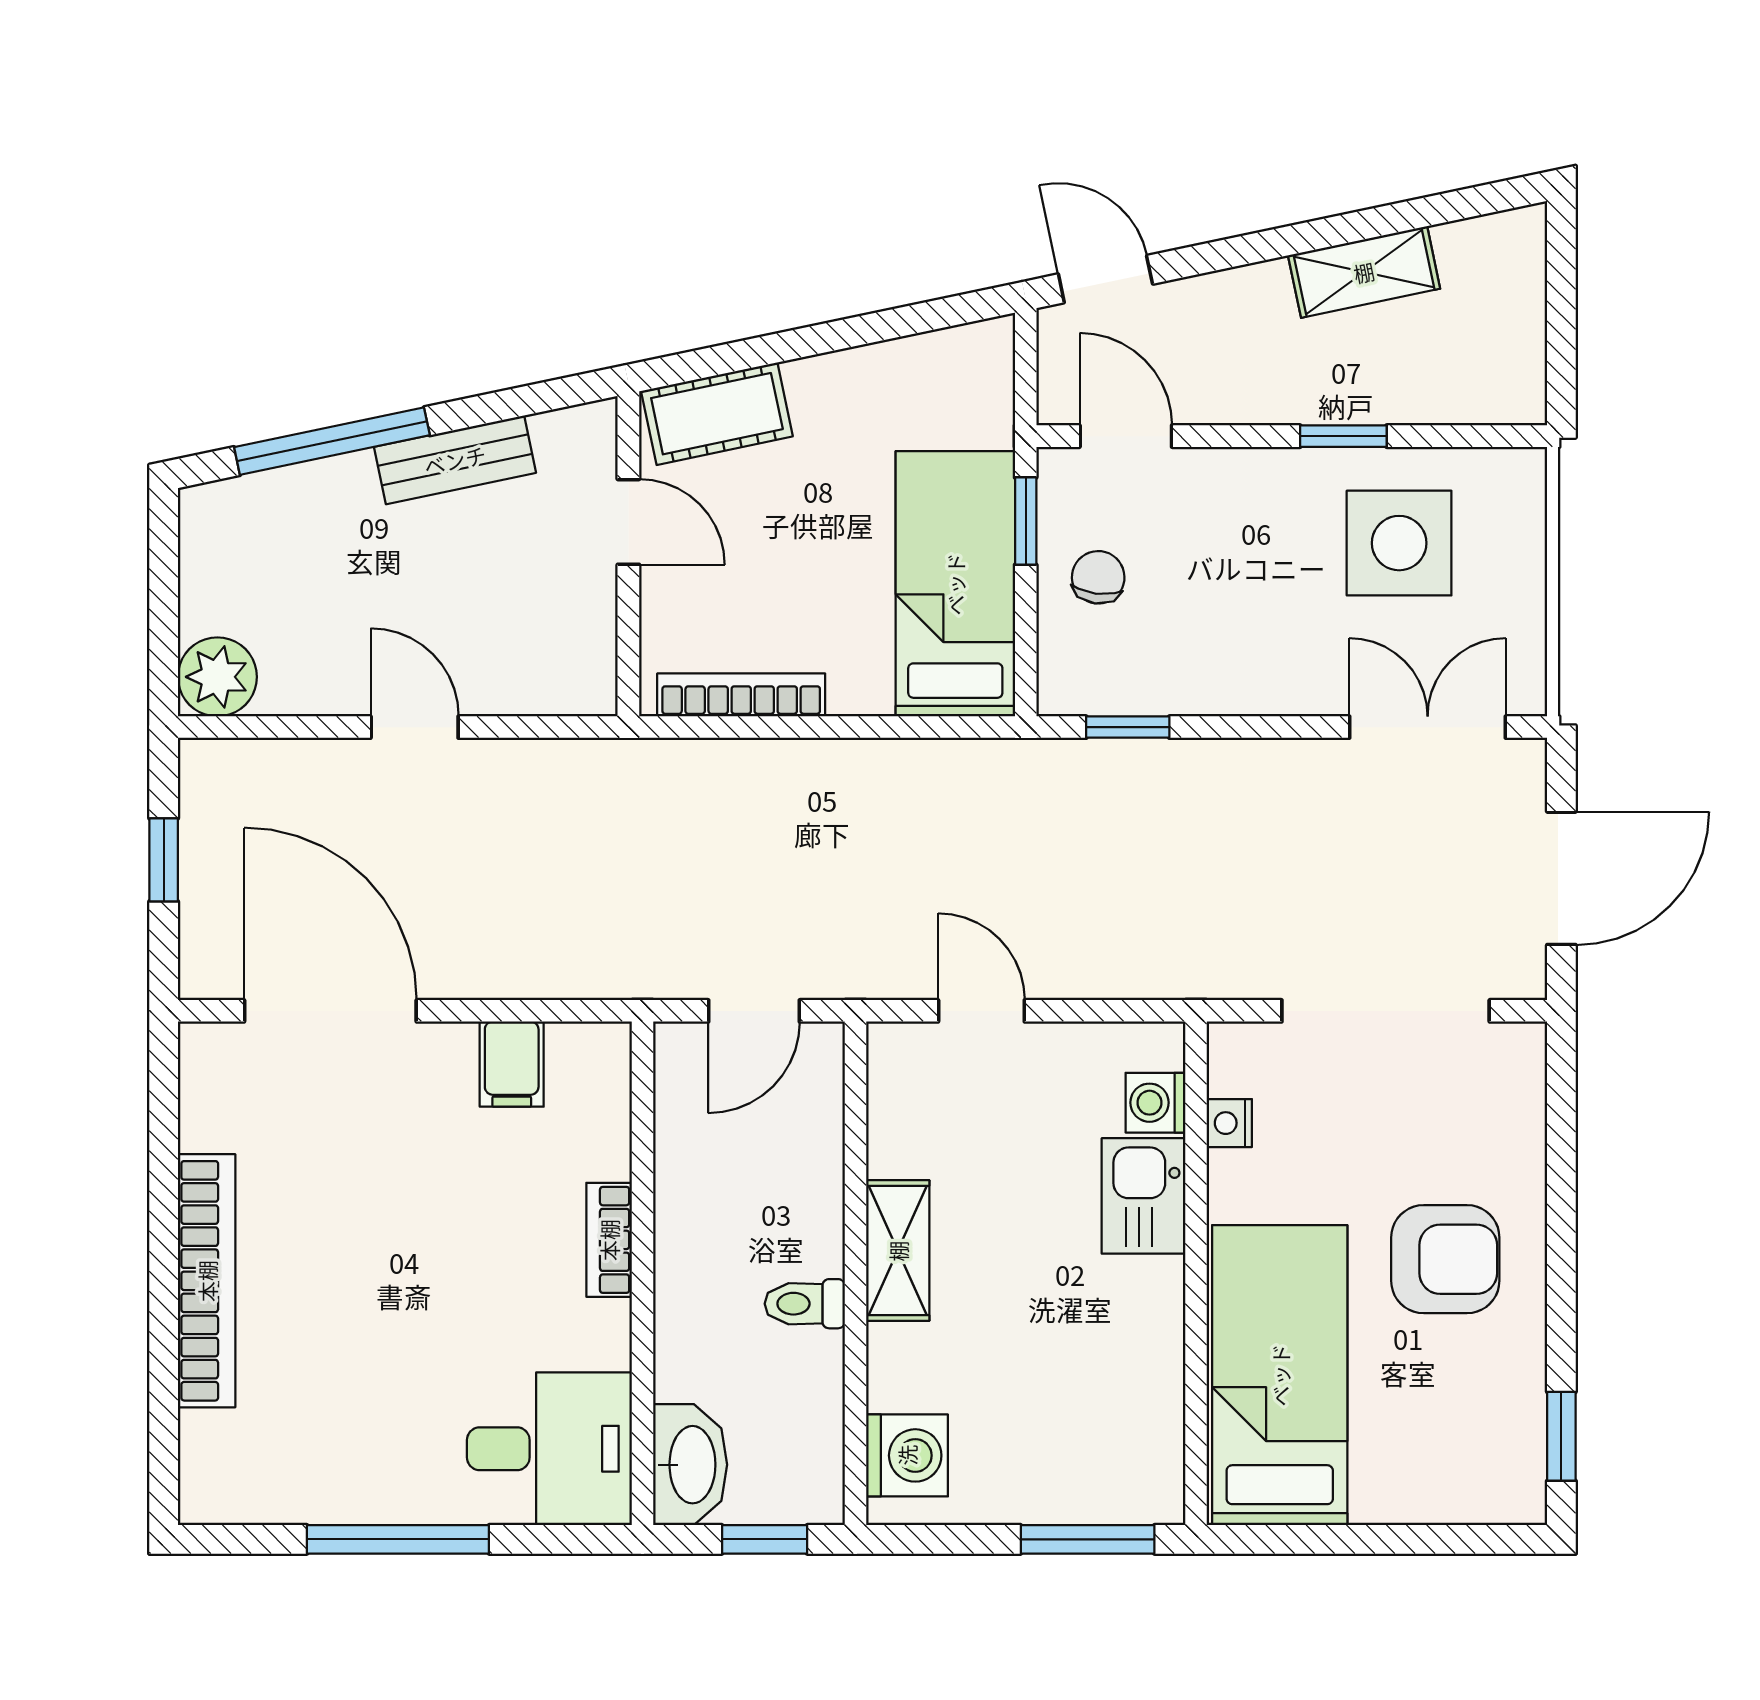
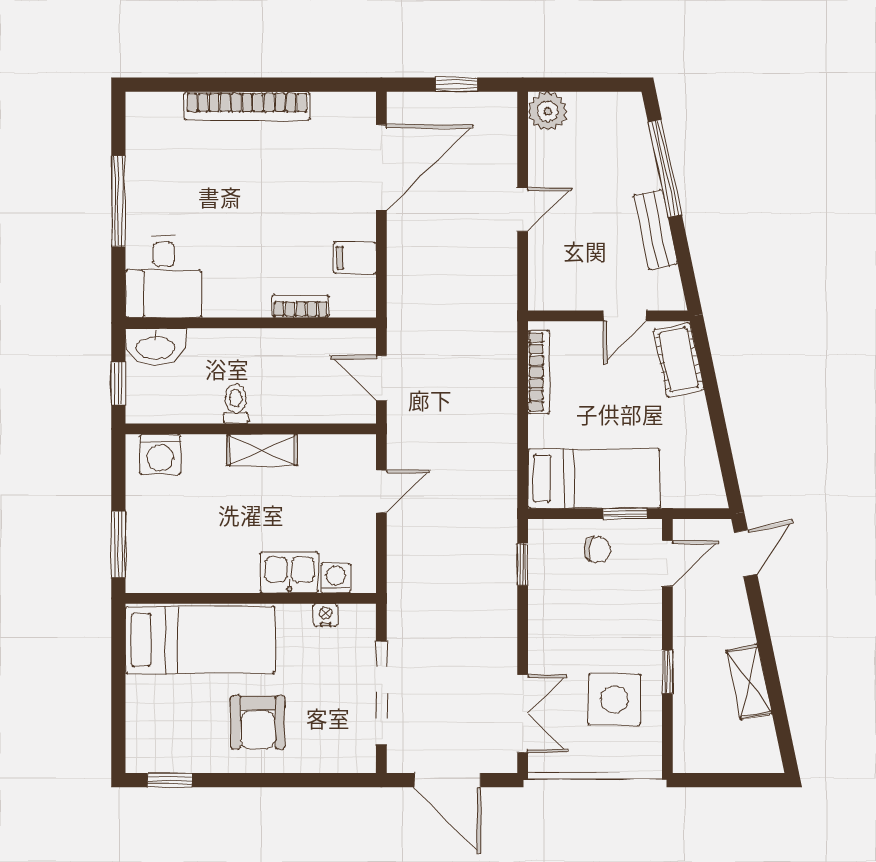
bookcase: (609, 1240) -> (301, 306), moved

